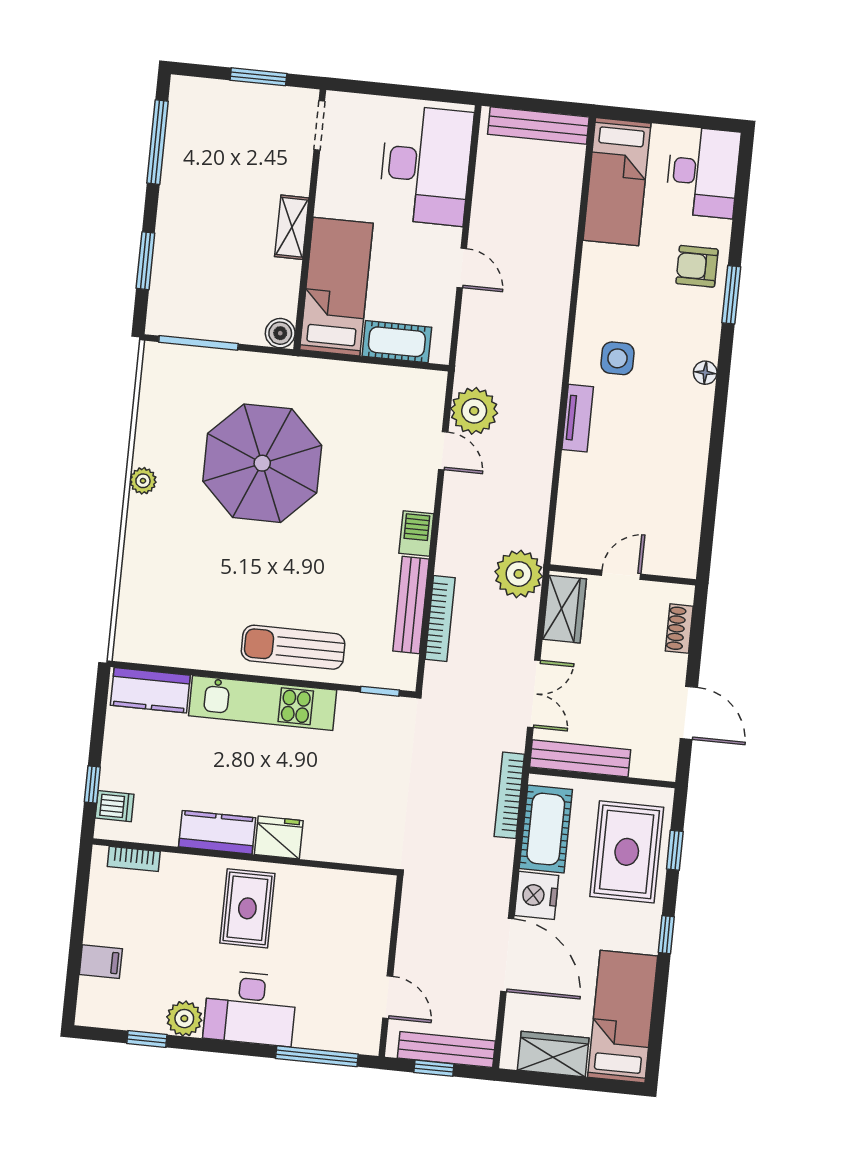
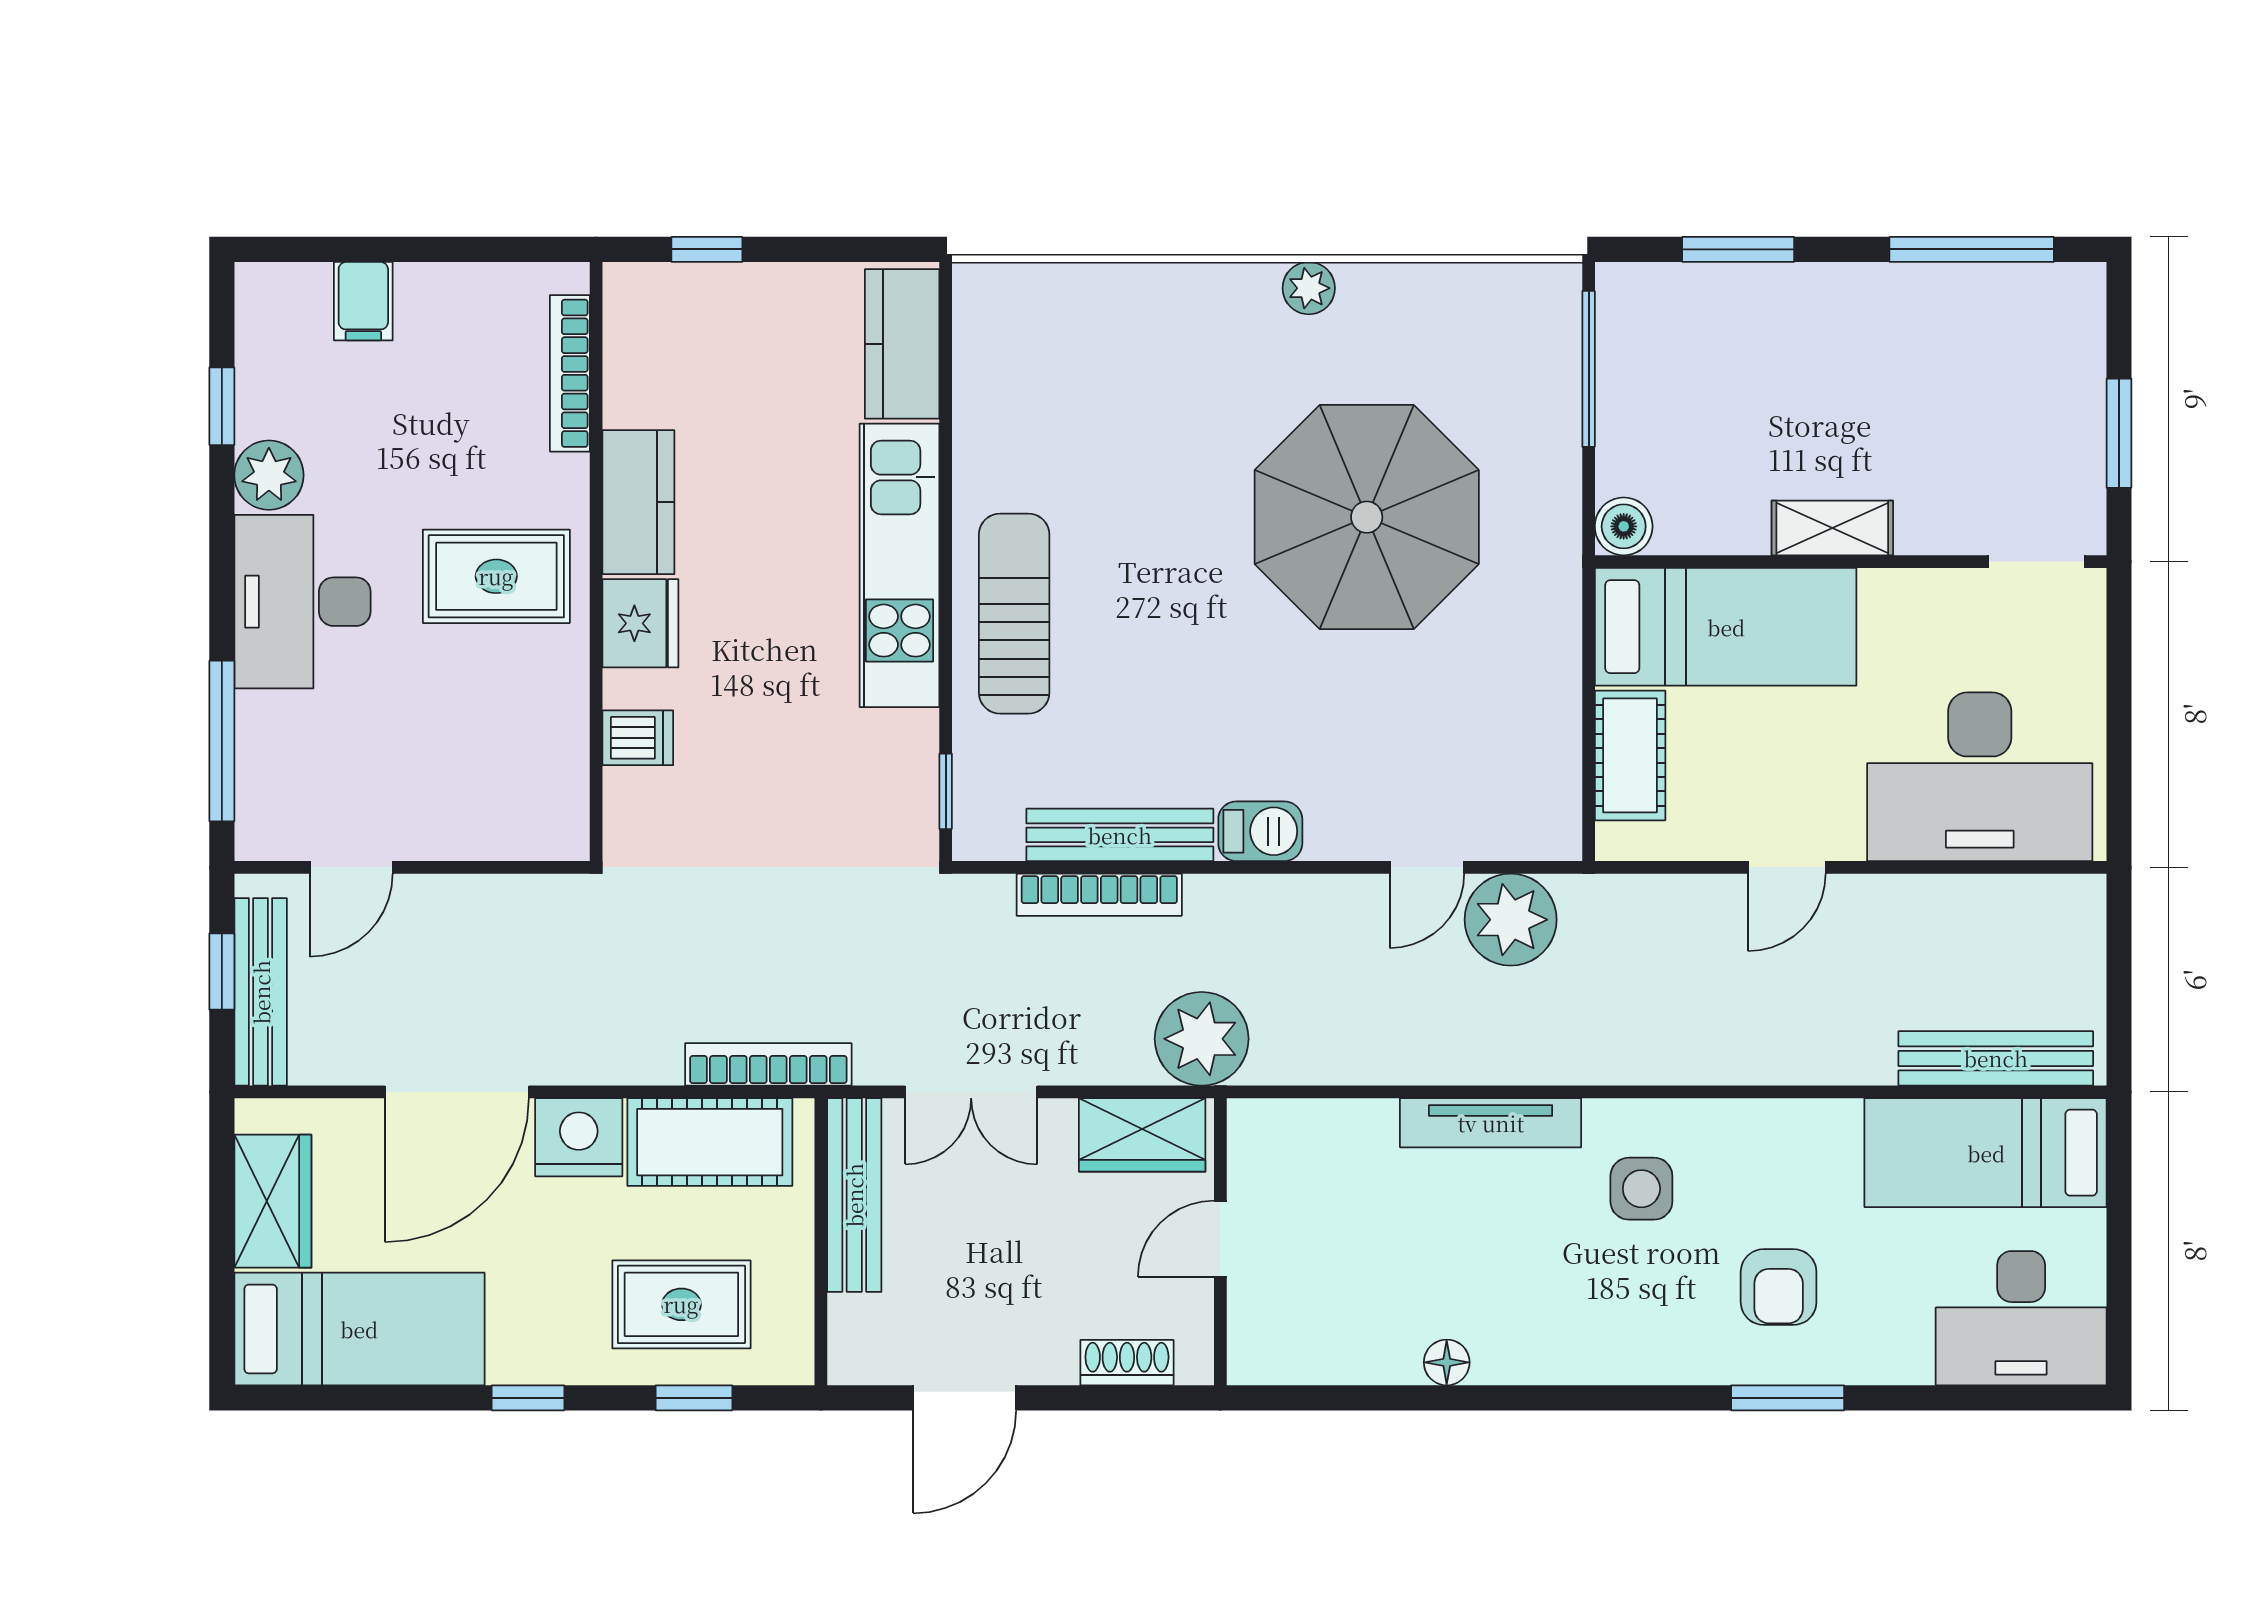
bench: (538, 126) -> (1996, 1058), moved, turned 90
armchair: (697, 266) -> (1779, 1287), moved, turned 180
floor lamp: (705, 373) -> (1447, 1362), moved
tv unit: (578, 418) -> (1491, 1123), width x1.41
door: (621, 575) -> (1220, 1239), swing flipped
dishwasher: (115, 806) -> (638, 738), moved, turned -90
rug: (627, 852) -> (681, 1304), width x0.73, depth x0.70
bookcase: (134, 859) -> (570, 373), width x1.56

